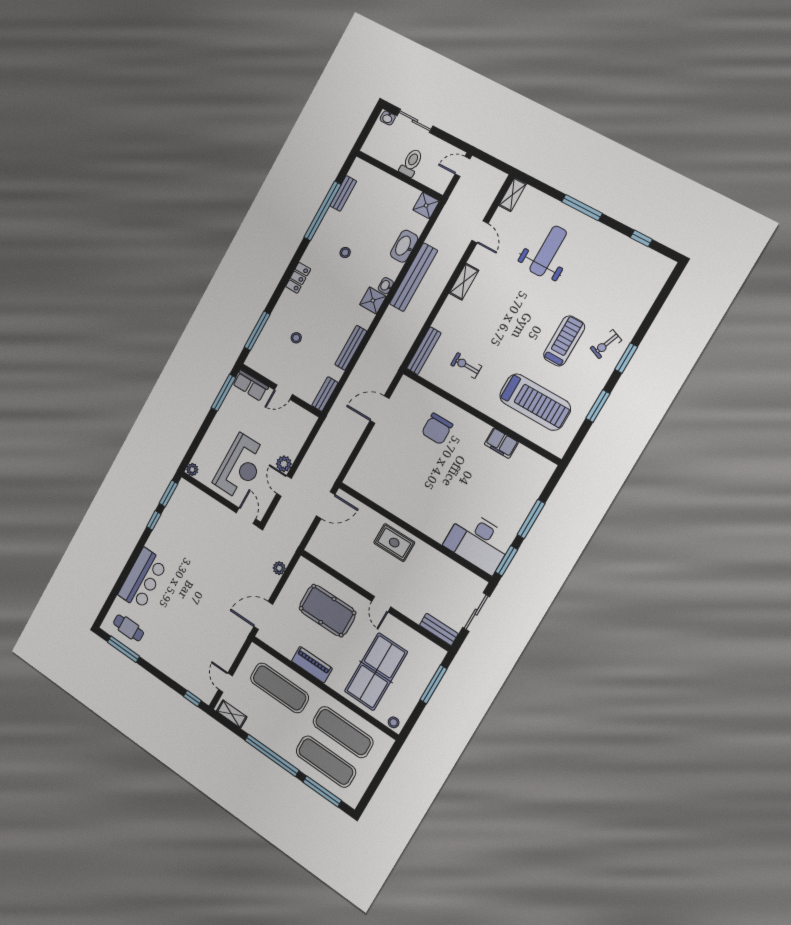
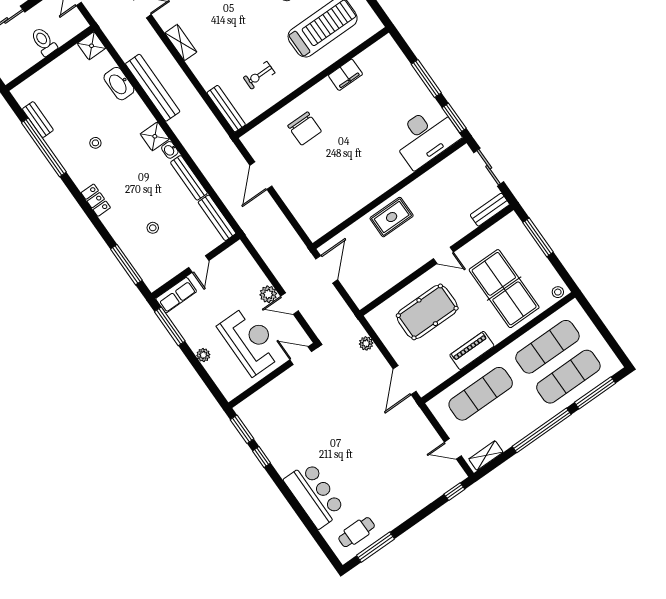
washbasin: (386, 286) -> (170, 150), moved
bench: (325, 394) -> (217, 218), width x1.36
plant: (192, 470) -> (203, 355), moved

